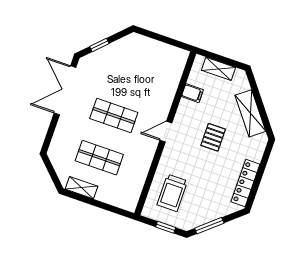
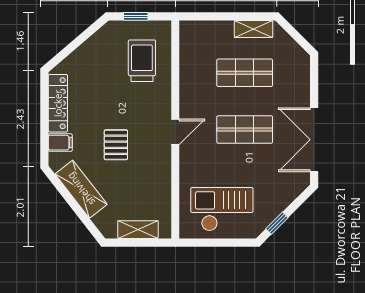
window: (99, 45) -> (277, 223), moved
checkout: (151, 62) -> (222, 209), added
double door: (65, 90) -> (314, 140), swing flipped
filing cabinet: (192, 93) -> (60, 143), moved, turned 180
window: (209, 226) -> (84, 37), removed

